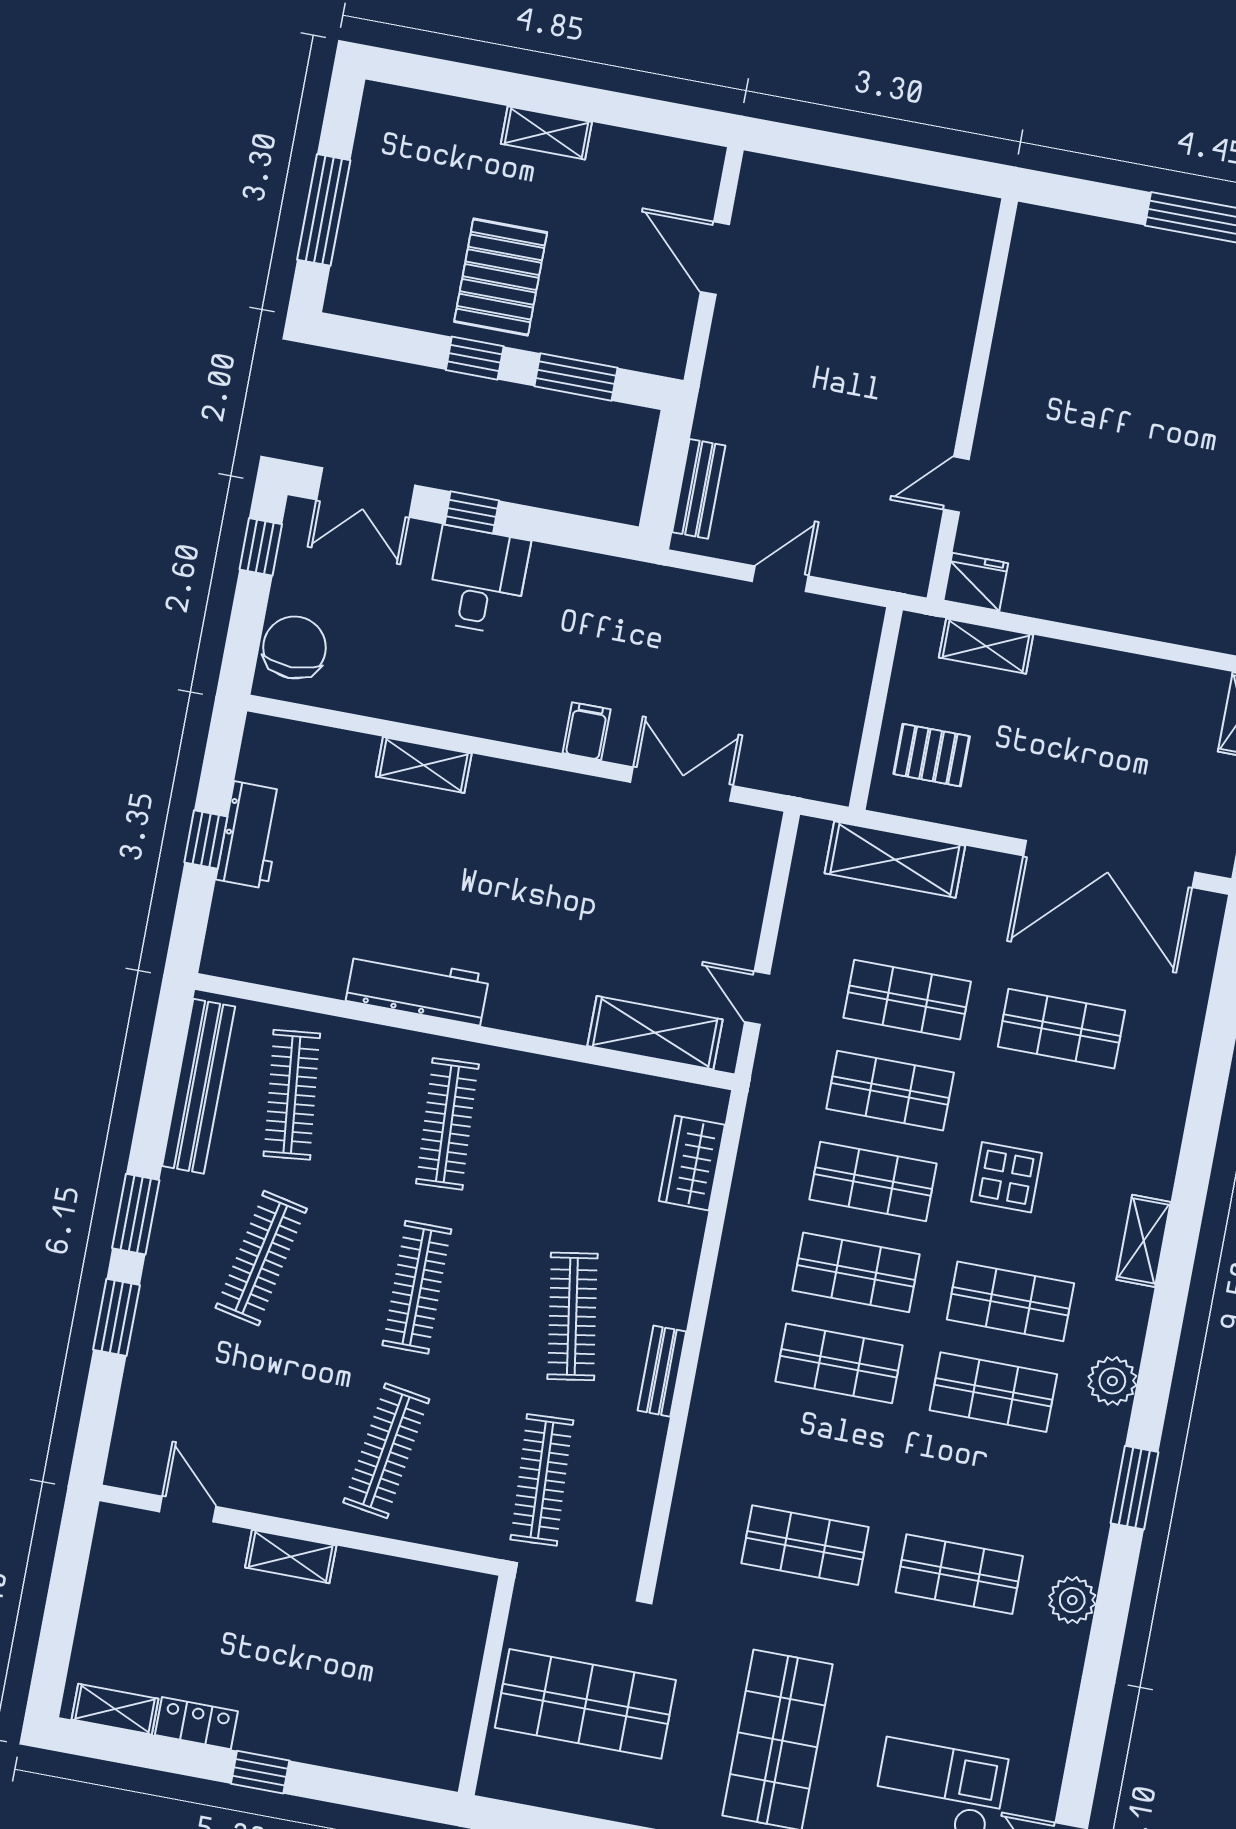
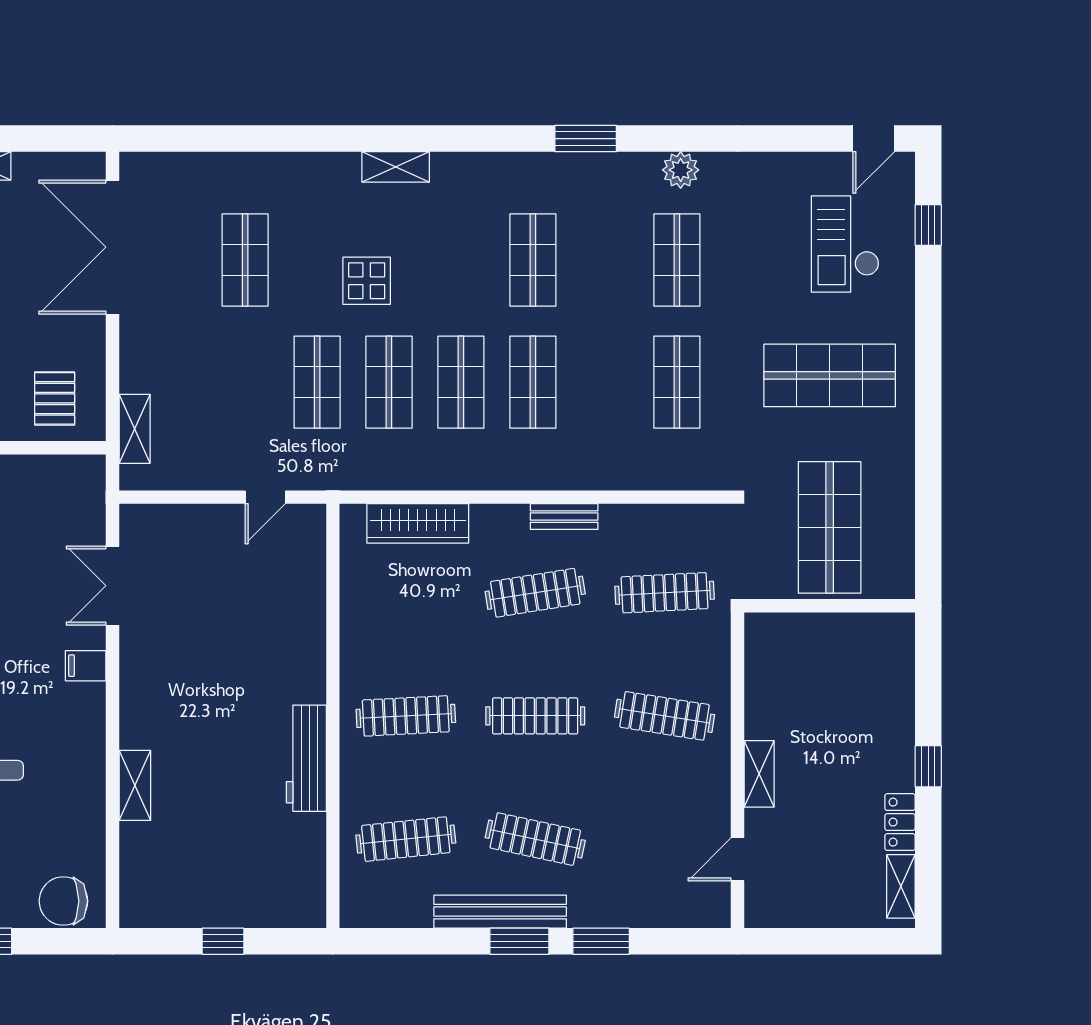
workbench: (250, 835) -> (213, 908), removed
shelving: (895, 860) -> (135, 429), width x0.67, depth x0.75
double door: (1109, 864) -> (112, 247), swing flipped
shop shelf: (907, 1000) -> (245, 382), removed
shelving: (655, 1033) -> (306, 570), removed
bench: (199, 1086) -> (500, 912), moved
wardrobe: (692, 1163) -> (418, 523), width x1.50
shop shelf: (1010, 1301) -> (461, 260), removed
plant: (1112, 1381) -> (507, 171), removed

